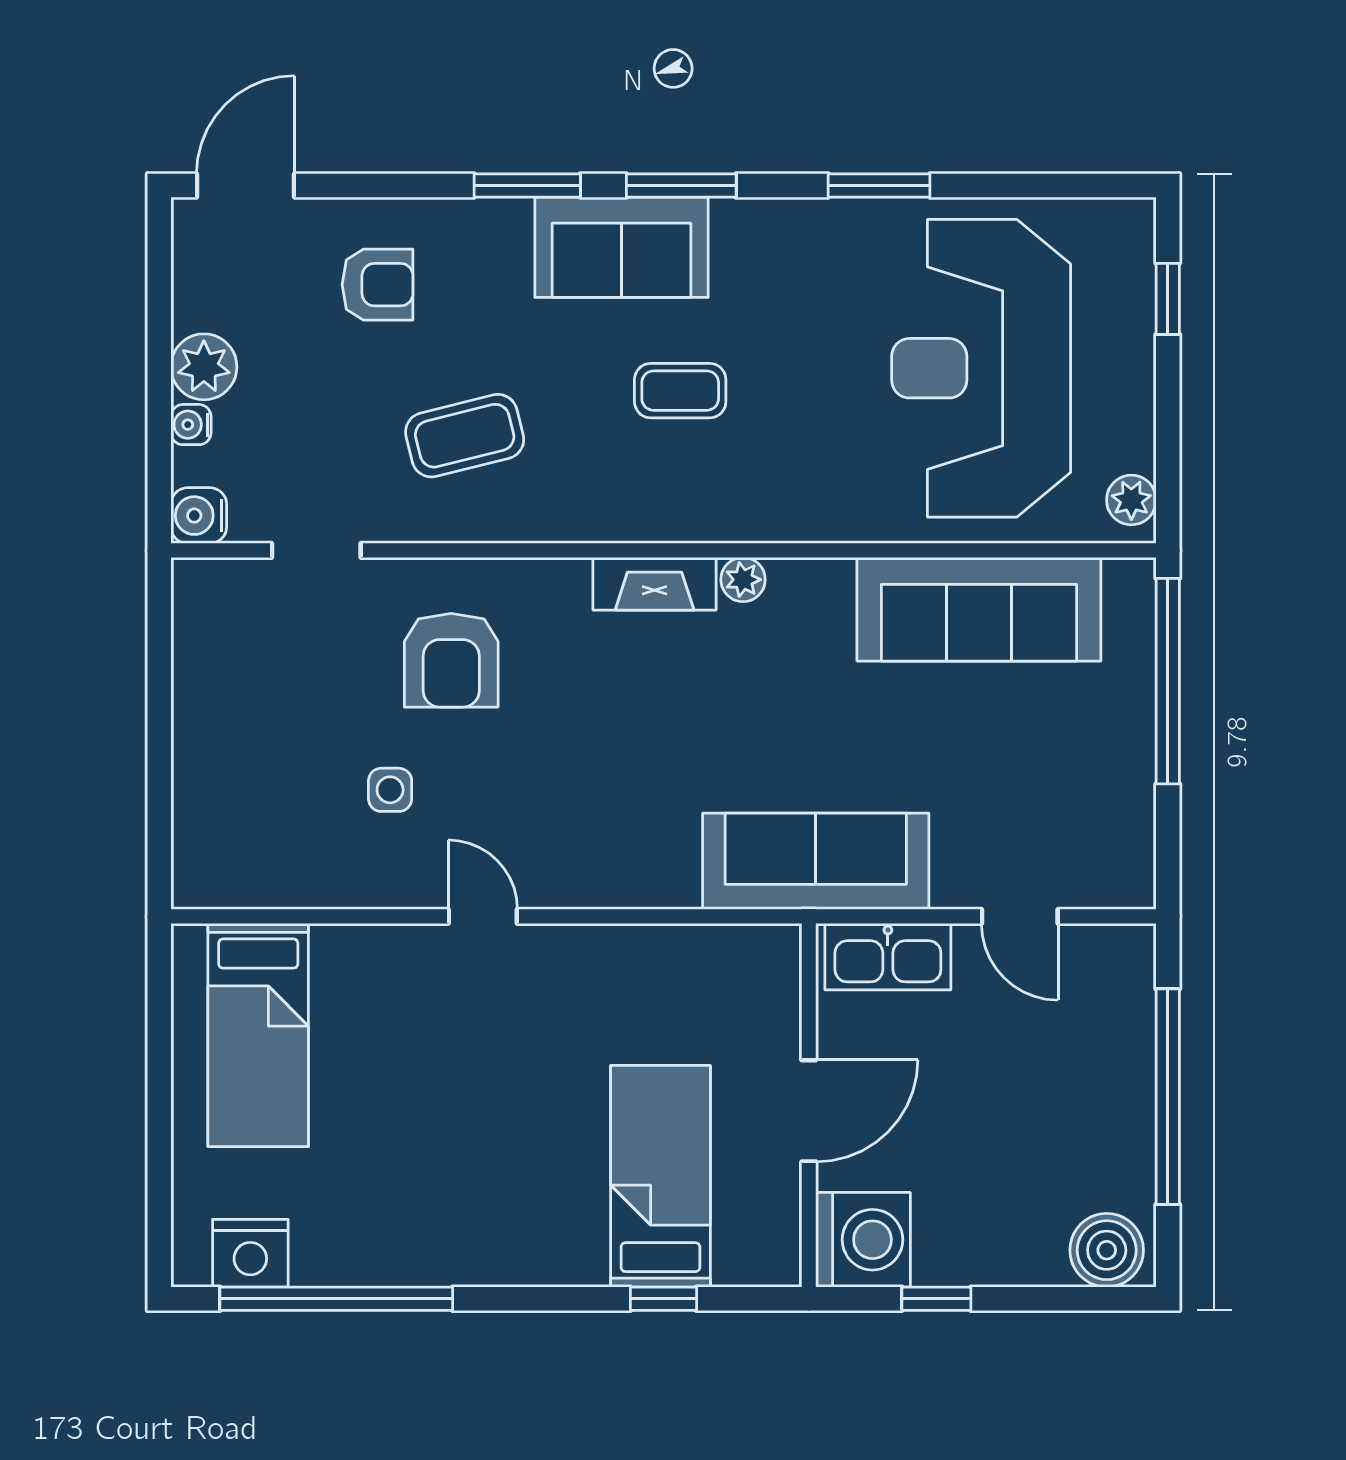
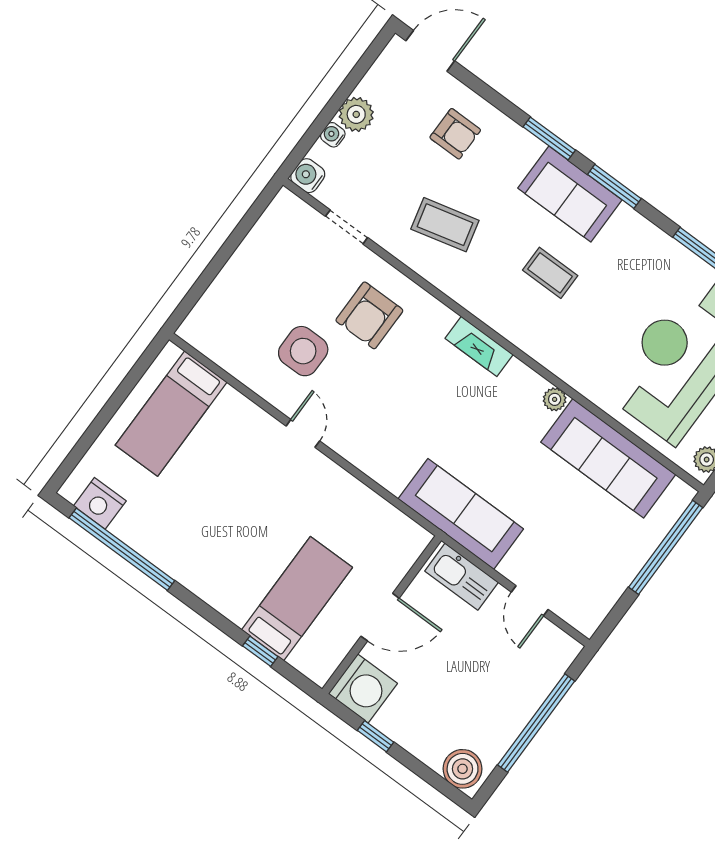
plant: (743, 580) -> (555, 399), moved
side table: (390, 790) -> (303, 351), width x1.87, depth x1.87

